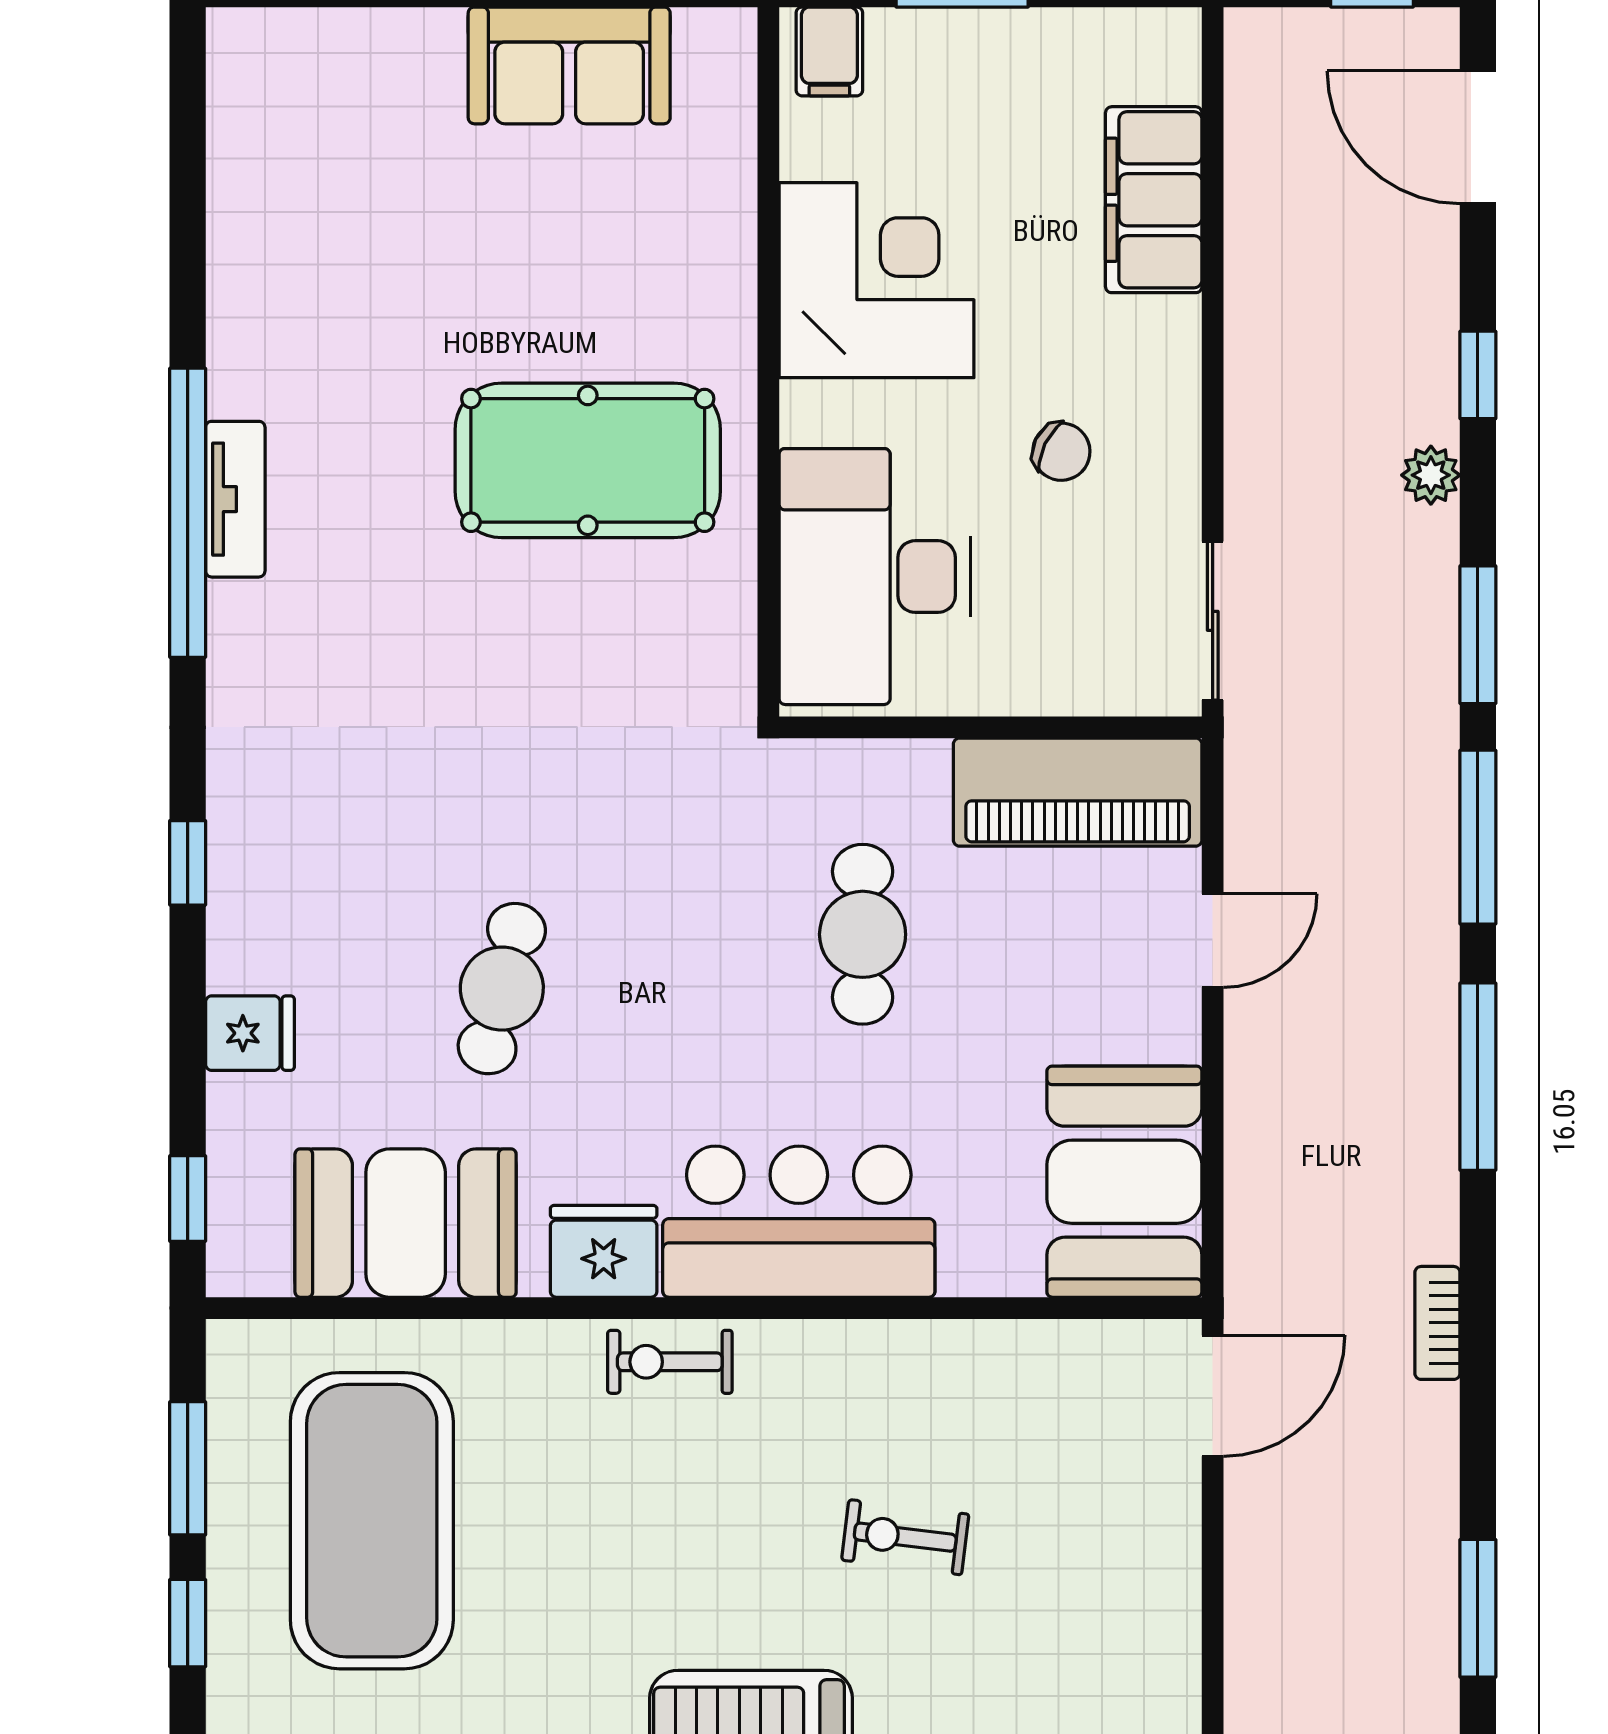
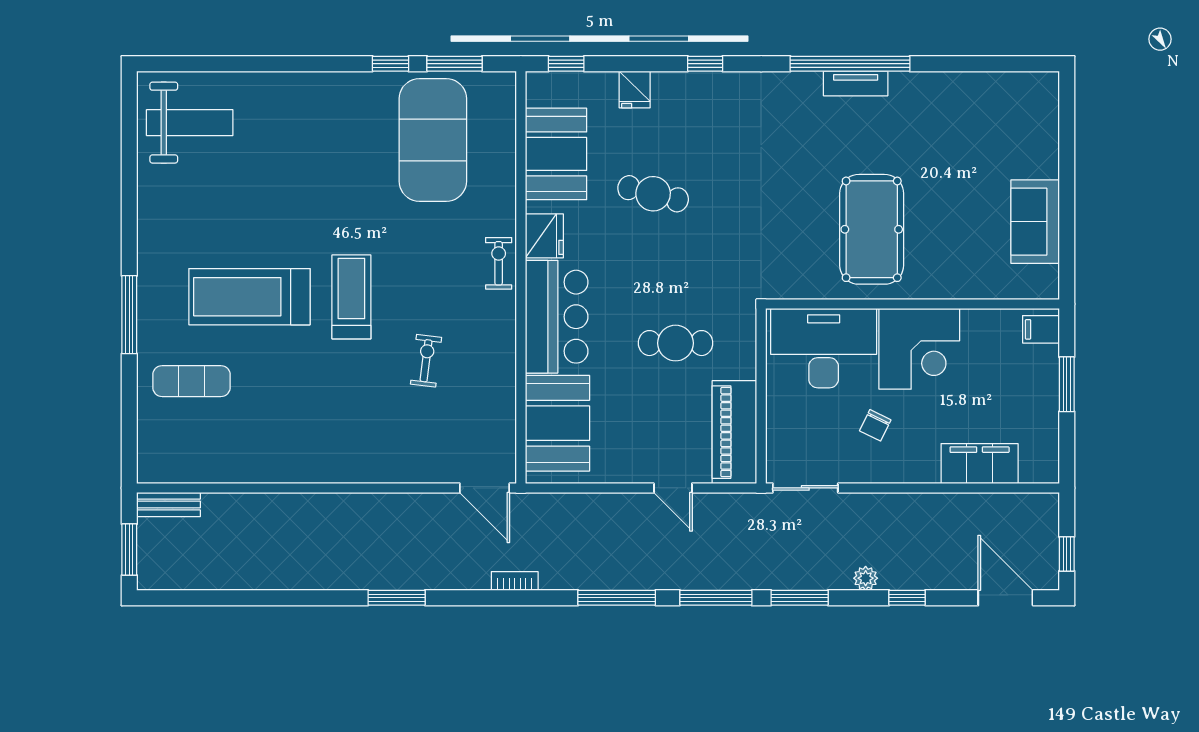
door: (1478, 137) -> (1005, 598), hinge flipped
corner desk: (876, 280) -> (919, 349), moved
booth: (1124, 1182) -> (557, 423), moved, turned 90
exercise mat: (372, 1521) -> (433, 140), turned 90

